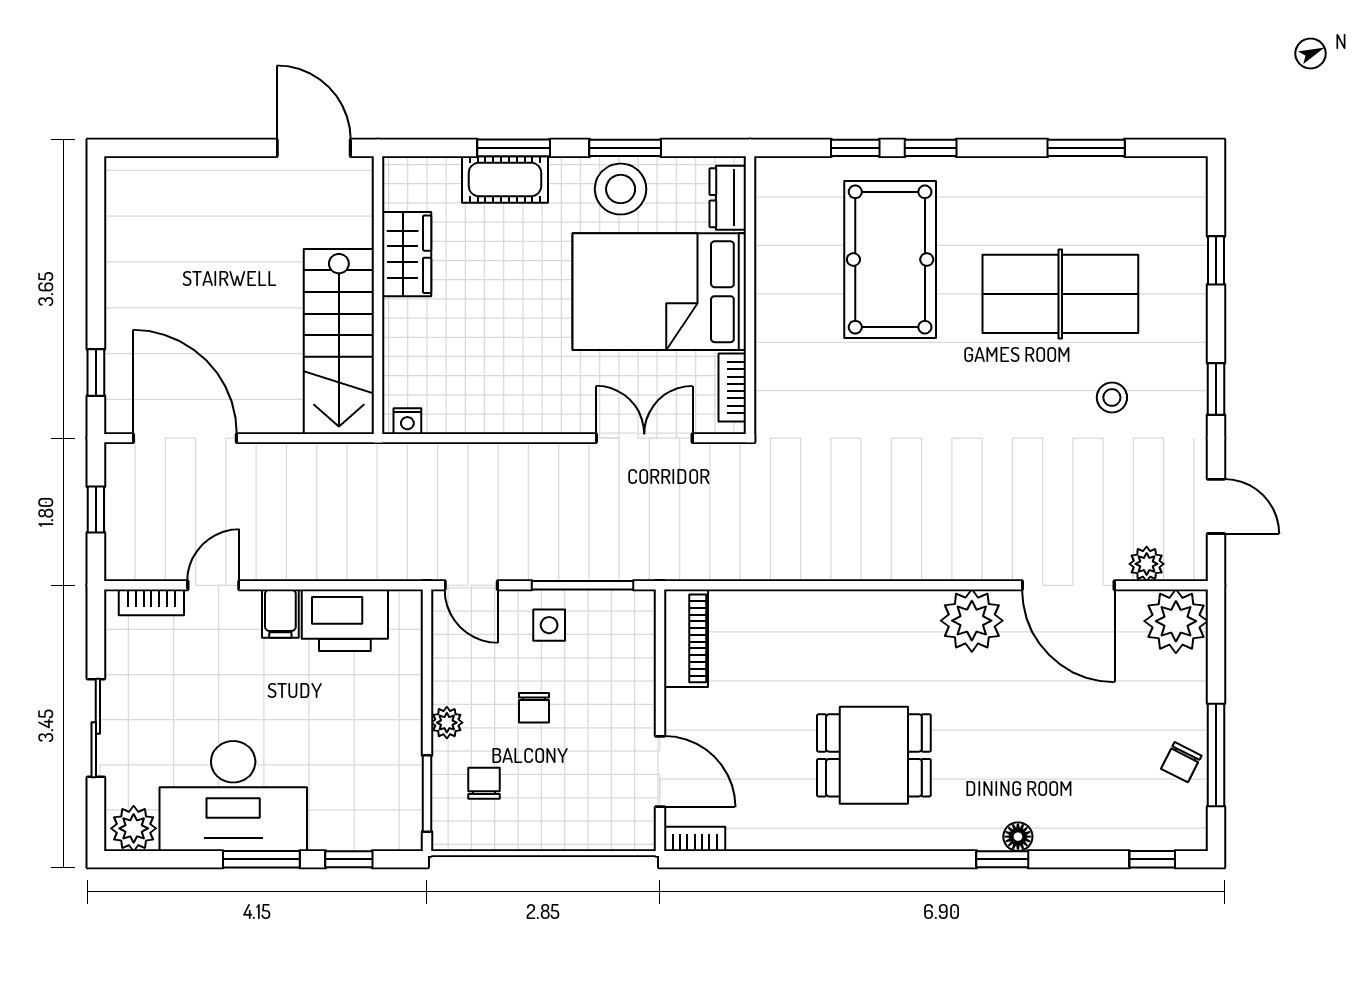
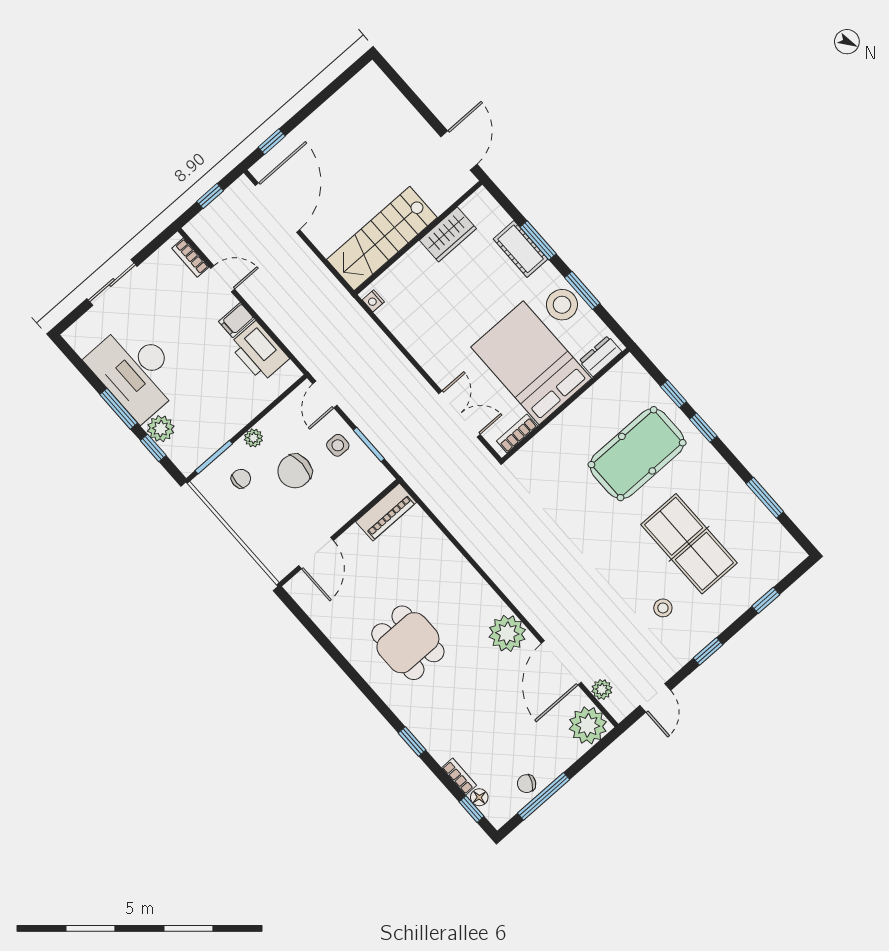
window: (582, 585) -> (369, 445), width x0.69
chair: (534, 708) -> (295, 471), width x1.87, depth x1.87
plant: (134, 828) -> (161, 429), moved
floor lamp: (1018, 837) -> (479, 797), moved
bookcase: (695, 839) -> (459, 777), moved

